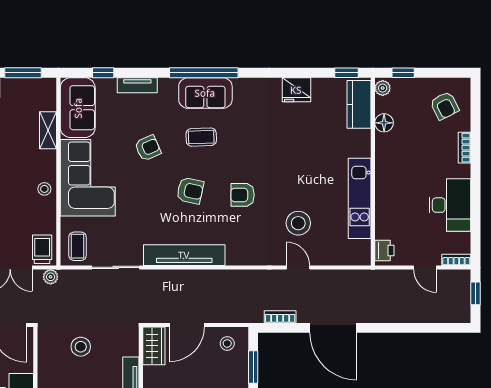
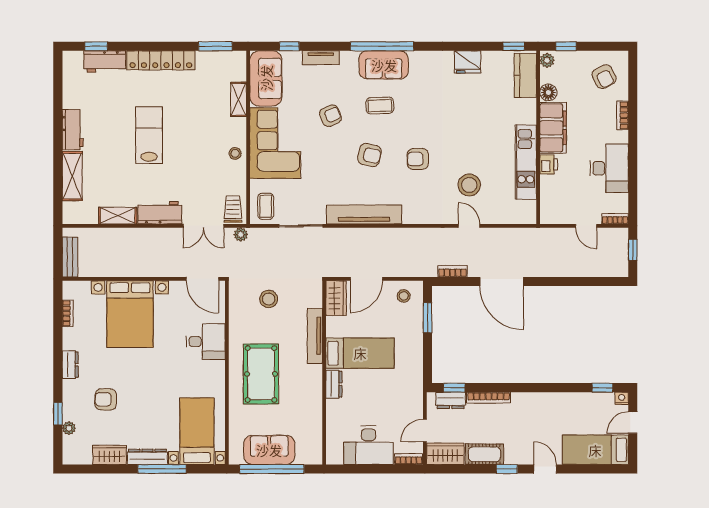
filing cabinet: (389, 161) -> (553, 128), added
printer: (384, 250) -> (549, 164), moved

